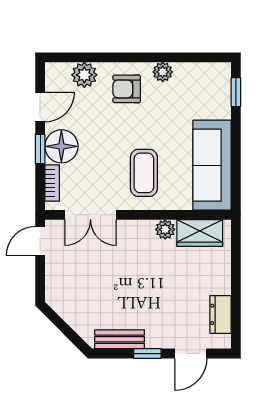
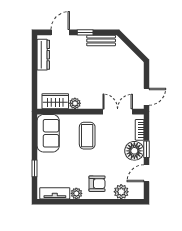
tv unit: (200, 72) -> (55, 193), added
window: (236, 92) -> (34, 168), moved
sofa: (212, 165) -> (48, 133), width x0.73
dresser: (221, 314) -> (43, 55), width x1.44

